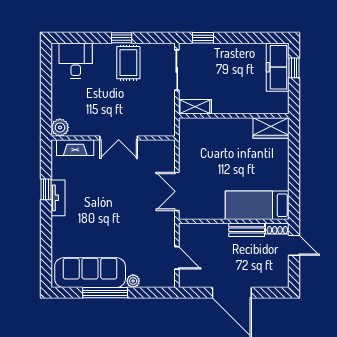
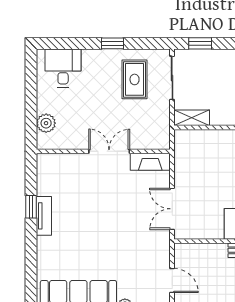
rug: (128, 63) -> (135, 79), moved
plant: (60, 127) -> (46, 123), moved
double door: (119, 138) -> (109, 151), swing flipped
fireplace: (75, 148) -> (150, 162), moved

